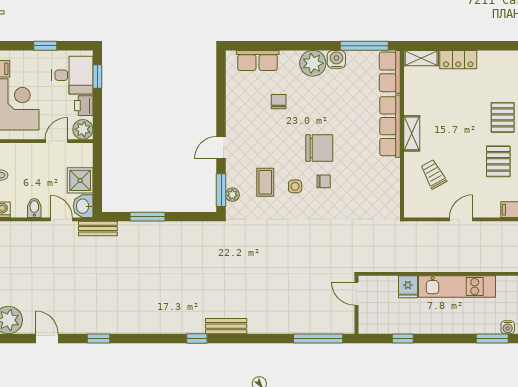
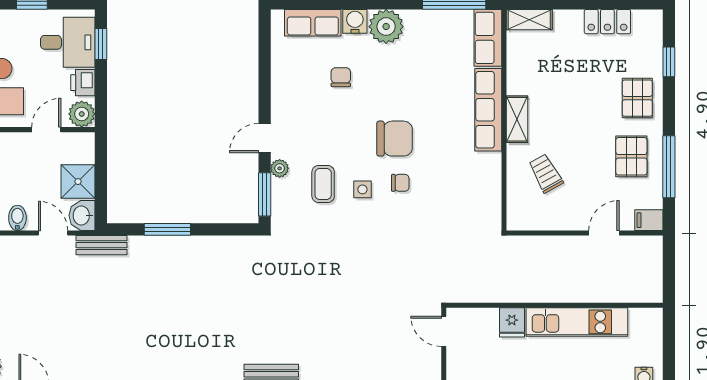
water cooler: (336, 59) -> (355, 21), moved
locker: (458, 60) -> (607, 22), moved
plant: (232, 195) -> (280, 168), moved
door: (461, 219) -> (604, 233), moved

